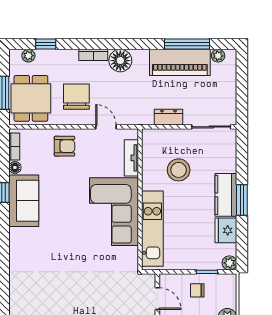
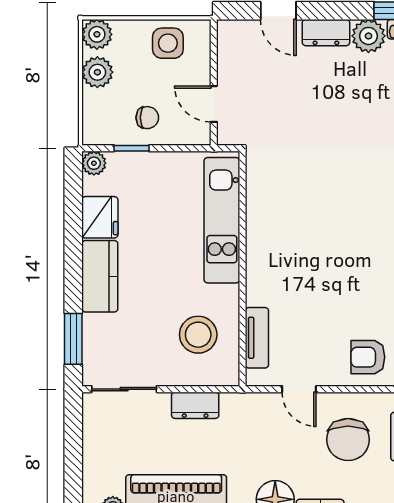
stool: (179, 170) -> (198, 335), moved
window: (242, 200) -> (73, 339), moved
corner sofa: (114, 212) -> (286, 249), removed

